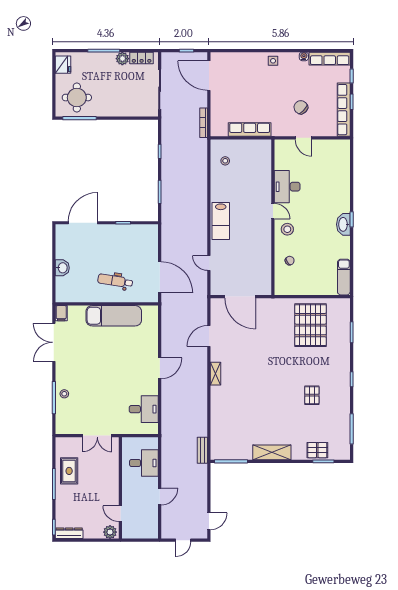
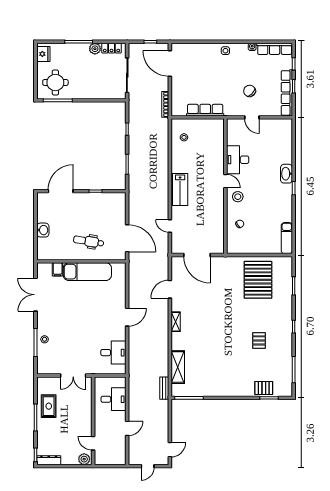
washbasin: (343, 224) -> (286, 174), moved
filing cabinet: (61, 313) -> (58, 269), moved
shelving: (272, 452) -> (178, 367), moved, turned 90

